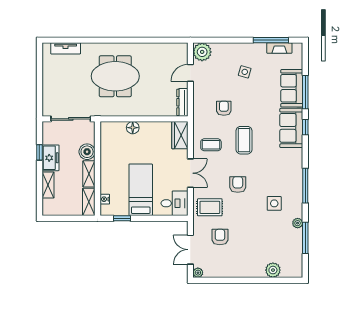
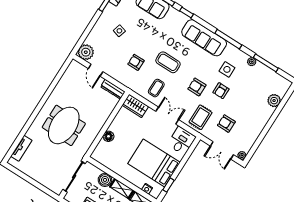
sofa: (291, 128) -> (204, 38), moved, width x1.36
bed: (141, 190) -> (154, 163), width x1.50
armchair: (249, 211) -> (221, 91), added

